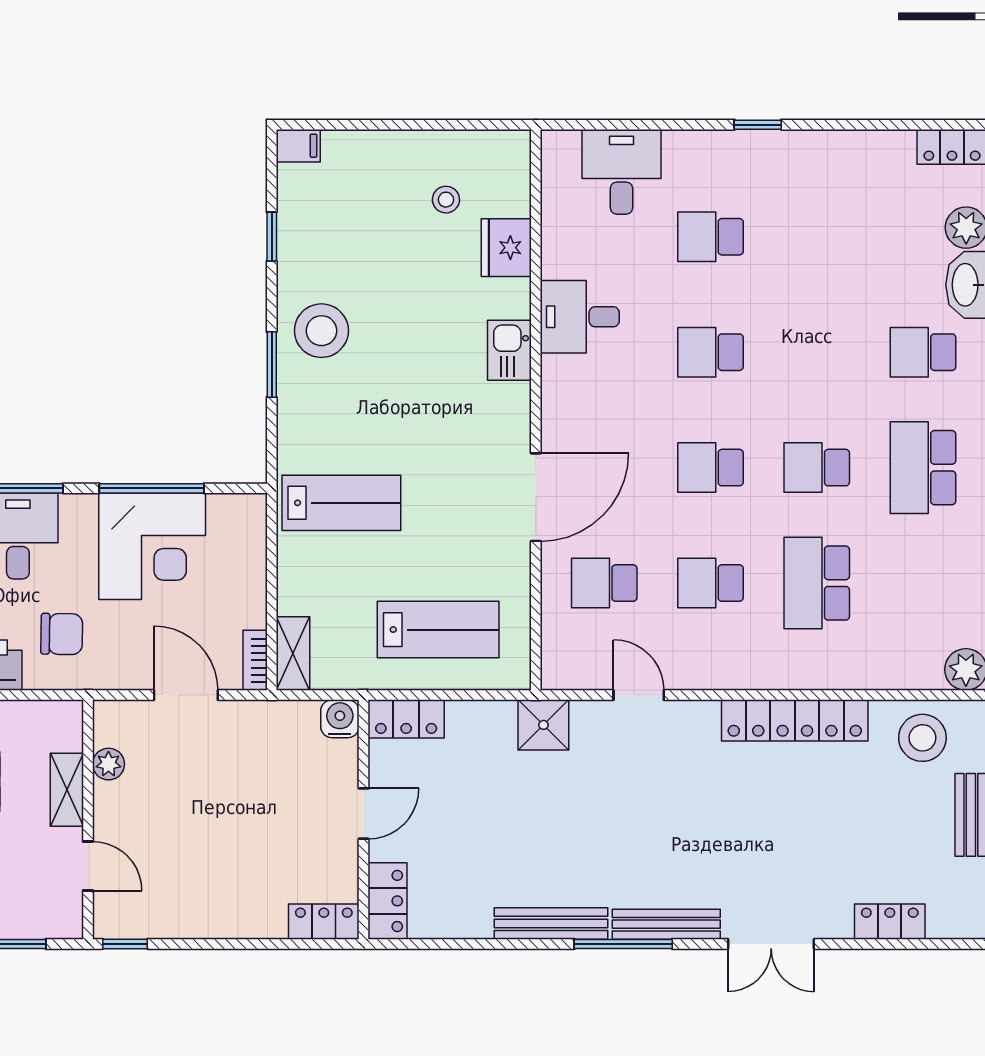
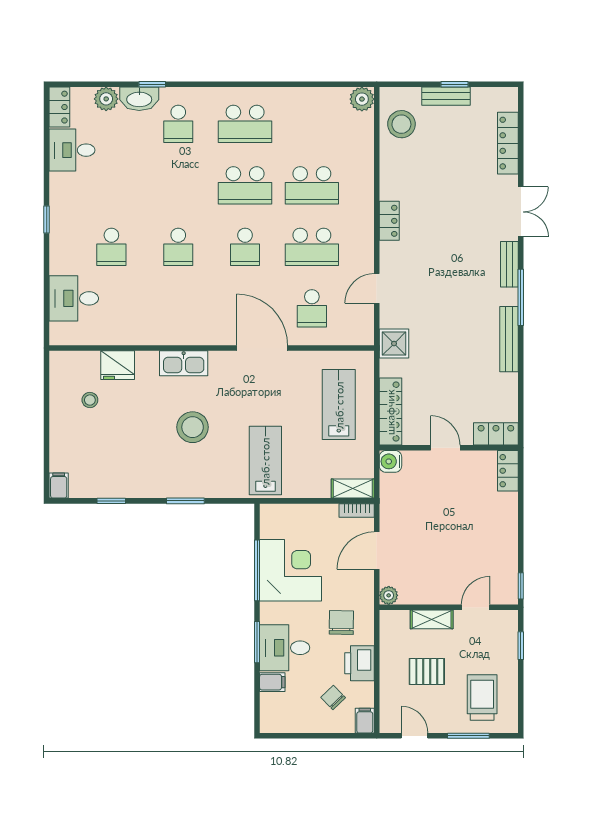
desk: (580, 317) -> (72, 150), moved, turned 90
stool: (321, 331) -> (193, 427), moved
kitchen sink: (509, 350) -> (184, 363), width x1.38
school desk: (817, 468) -> (245, 185), width x1.85
school desk: (710, 583) -> (312, 247), width x1.85
locker: (406, 719) -> (390, 412), width x1.53
locker: (795, 720) -> (389, 221), width x0.46, depth x0.83
plant: (108, 764) -> (389, 595), moved
locker: (890, 922) -> (508, 143), width x1.53
bench: (666, 924) -> (509, 264), width x0.73

